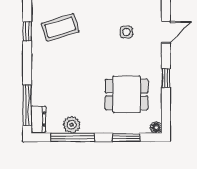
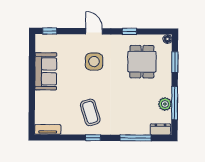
side table: (126, 32) -> (94, 62), width x1.87, depth x1.87
window: (27, 105) -> (136, 138), moved

